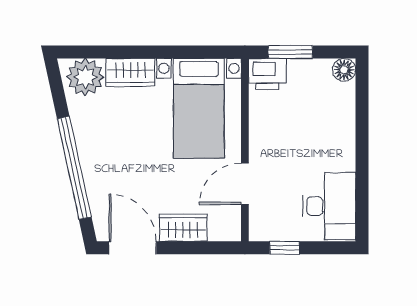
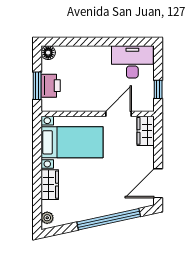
printer: (267, 74) -> (51, 86), moved
plant: (85, 77) -> (47, 218), width x0.53, depth x0.53
door: (245, 184) -> (119, 114), swing flipped
wardrobe: (183, 228) -> (146, 131), moved

